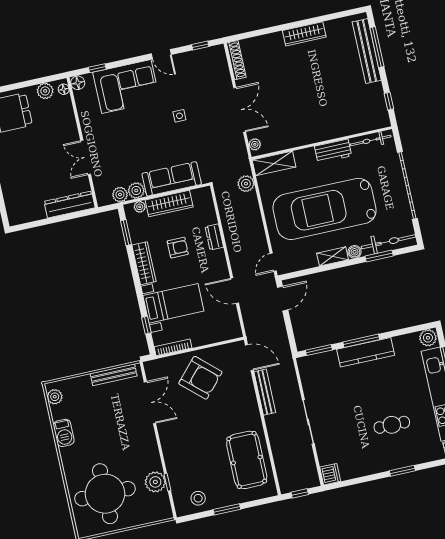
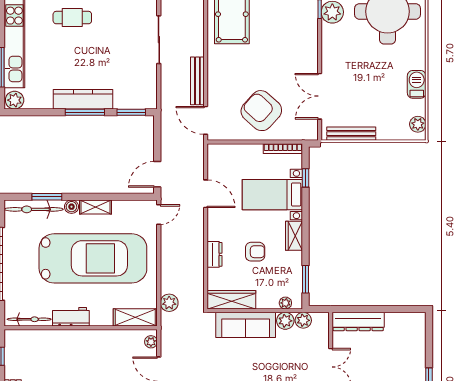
wardrobe: (169, 203) -> (231, 300), moved
armchair: (178, 248) -> (255, 252), turned 180
wardrobe: (144, 263) -> (294, 236), width x0.67

